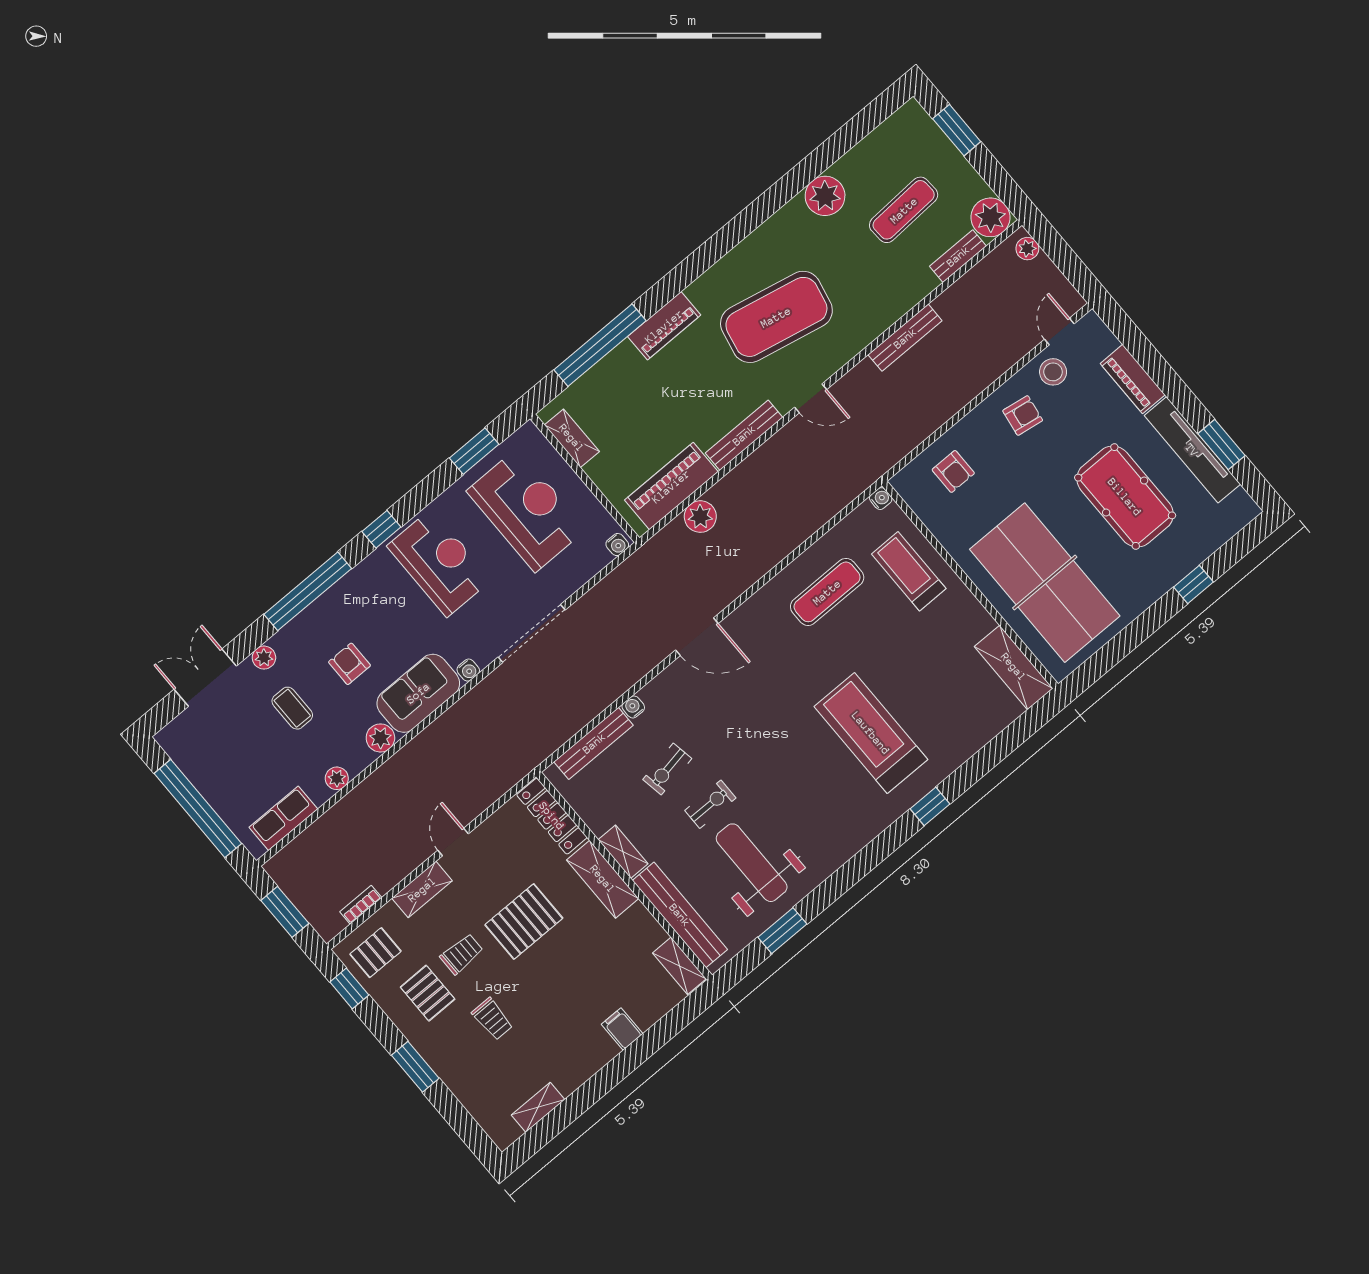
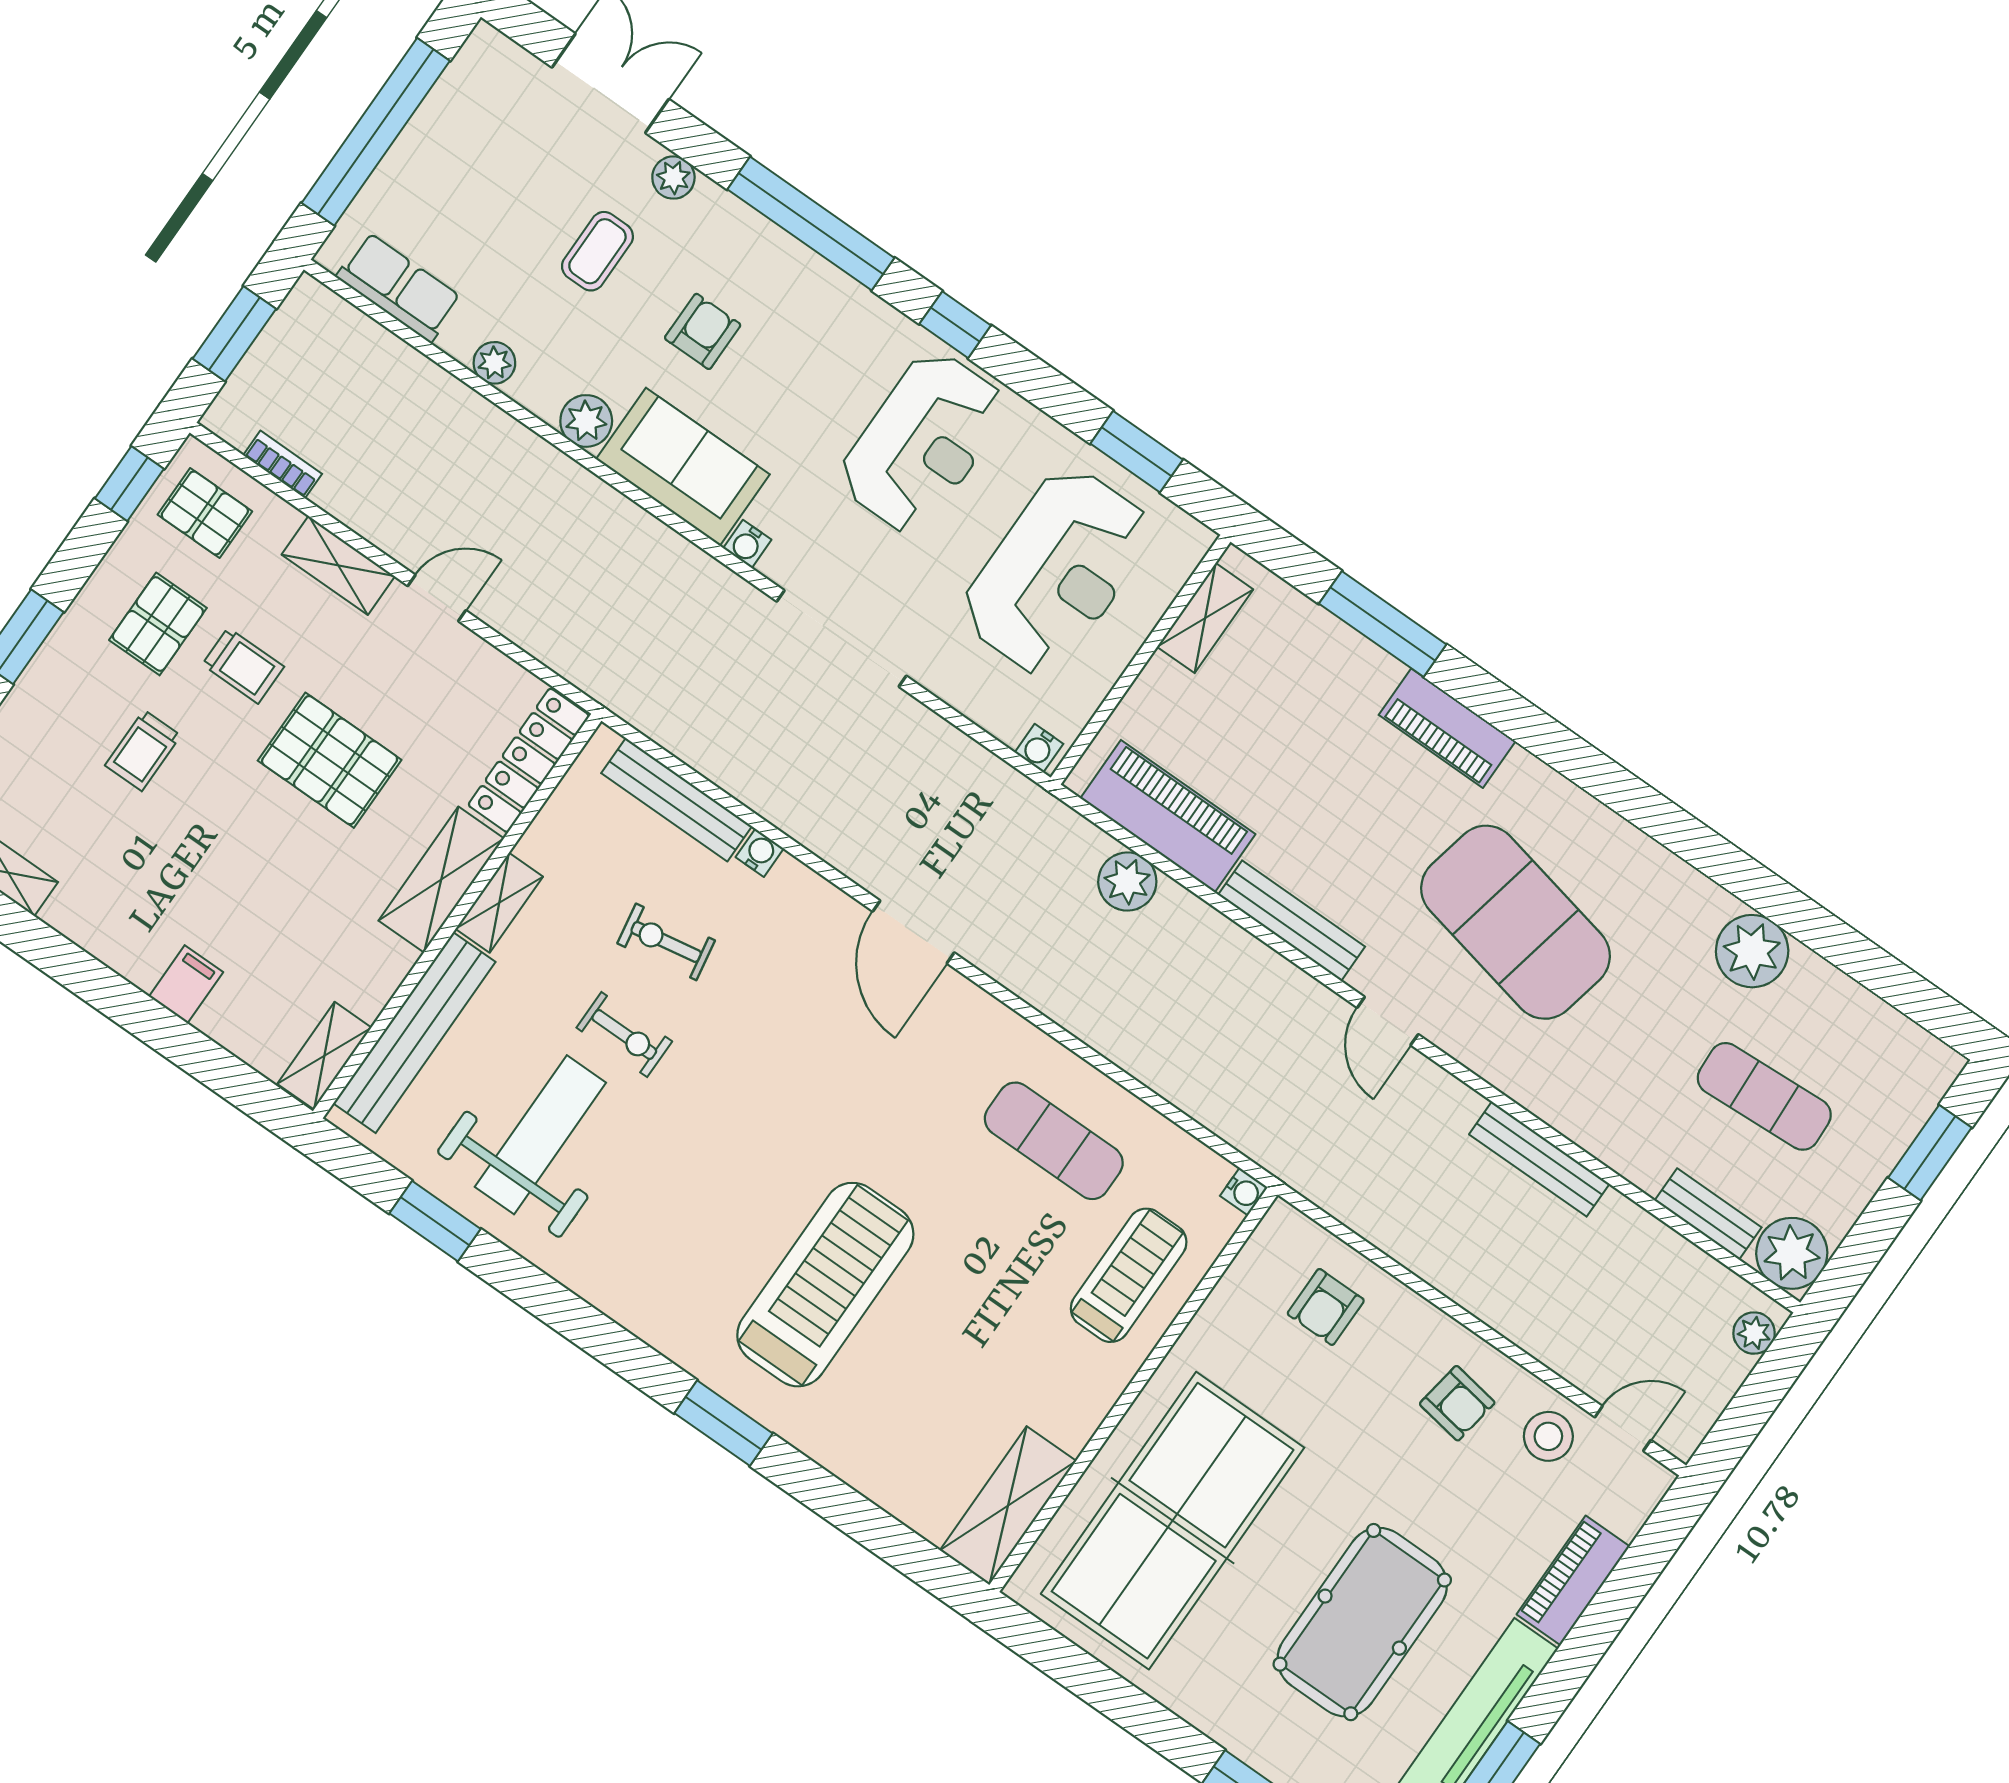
window: (600, 345) -> (1383, 624), width x0.68
window: (930, 806) -> (724, 1423), width x1.50

